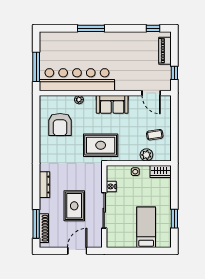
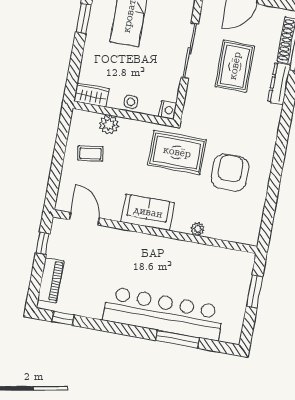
window: (91, 28) -> (177, 339), moved
window: (36, 67) -> (254, 291), width x0.69
bar counter: (77, 80) -> (163, 313), moved, turned 180
armchair: (60, 125) -> (230, 173), moved
dresser: (44, 185) -> (279, 84), moved
nightstand: (111, 186) -> (168, 110), moved

